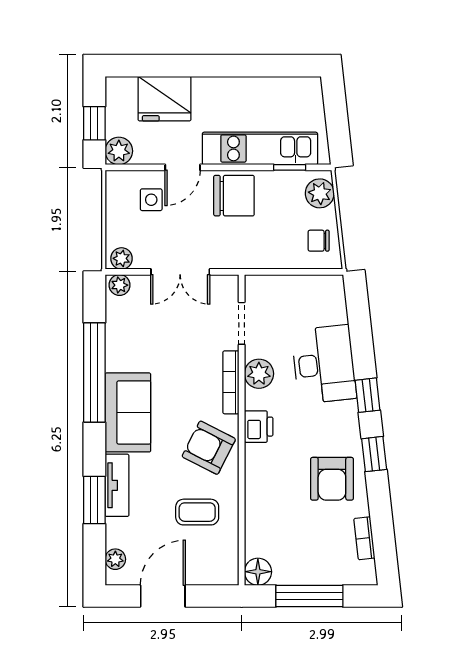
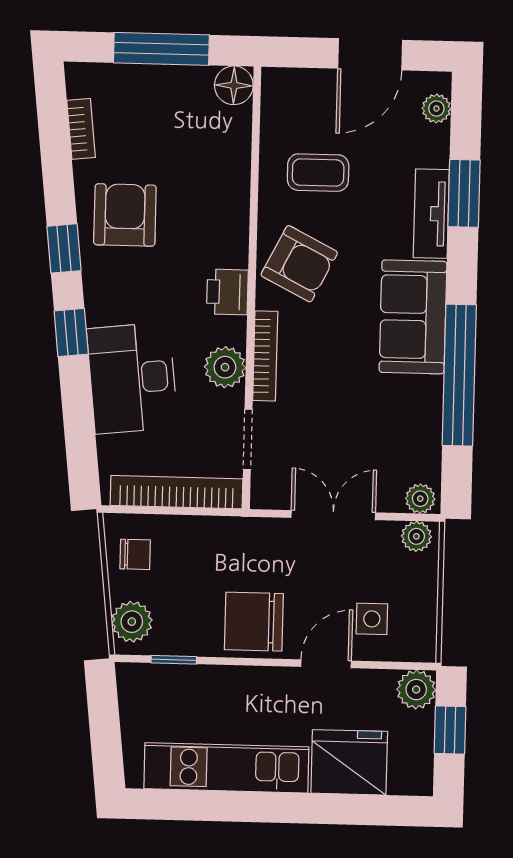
kitchen unit: (260, 148) -> (226, 768), moved, turned 180
bookcase: (291, 285) -> (176, 492), added

